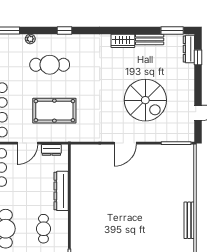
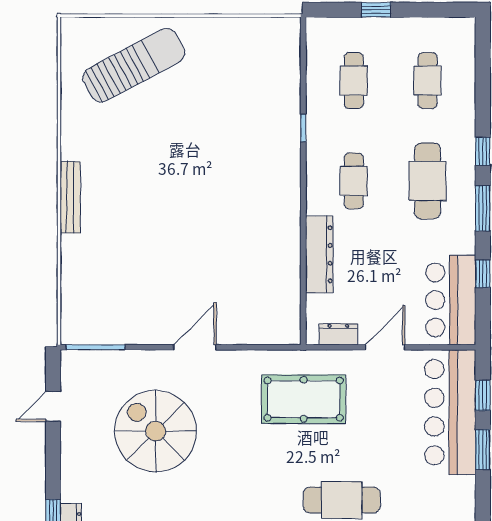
pool table: (54, 111) -> (304, 399), moved

